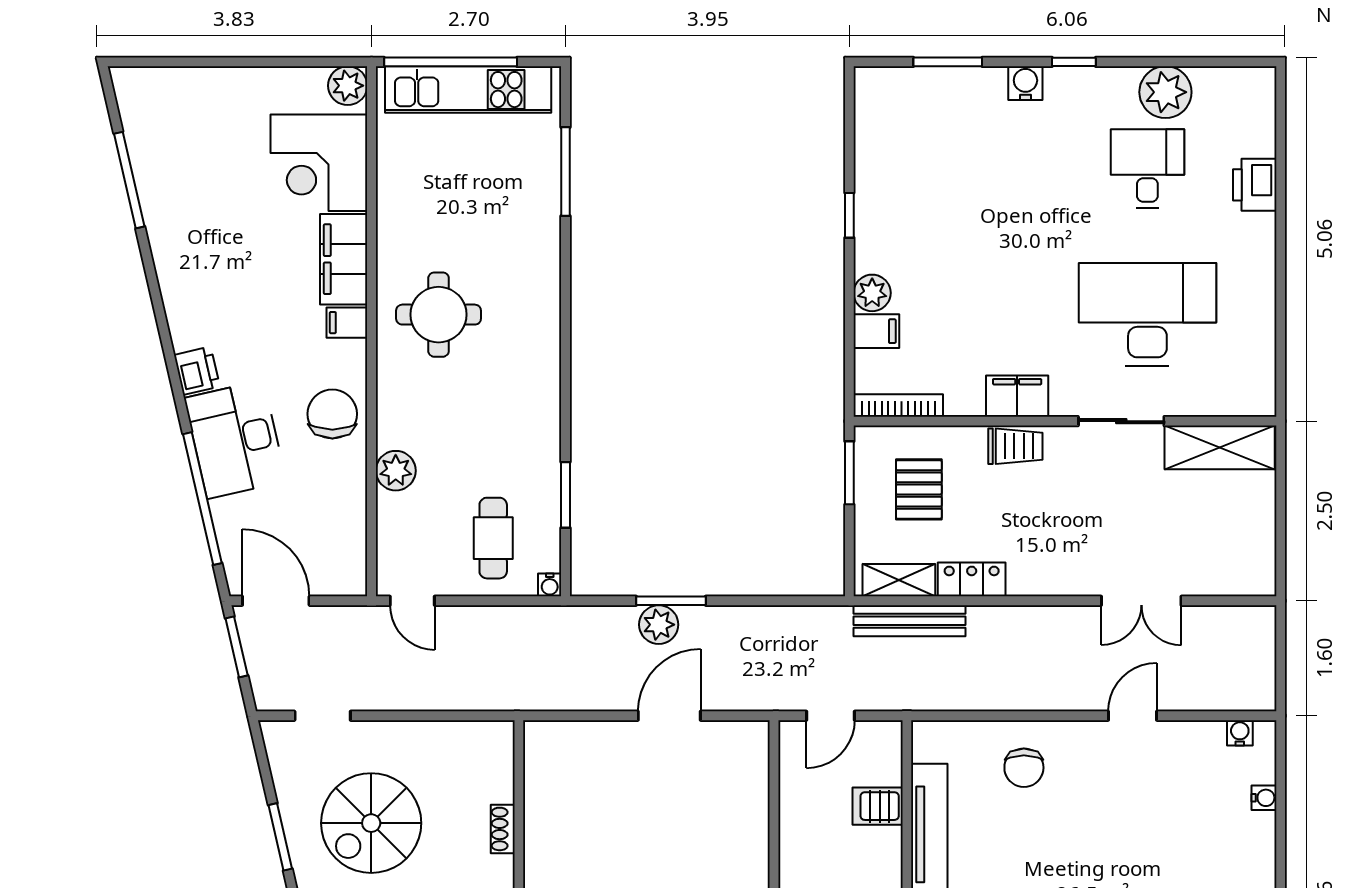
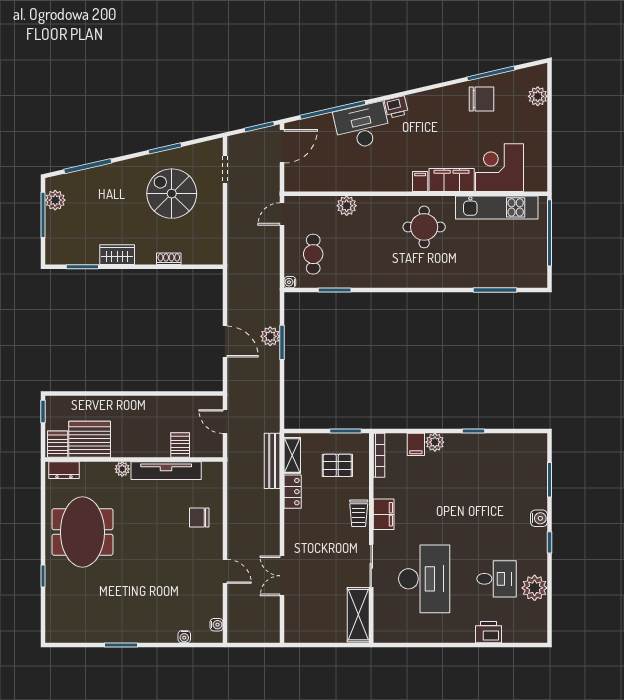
plant: (348, 86) -> (538, 96), moved
kitchen unit: (468, 90) -> (497, 207), moved, turned -90
chair: (332, 414) -> (482, 99), moved
cafe table: (493, 538) -> (313, 254), turned 90

